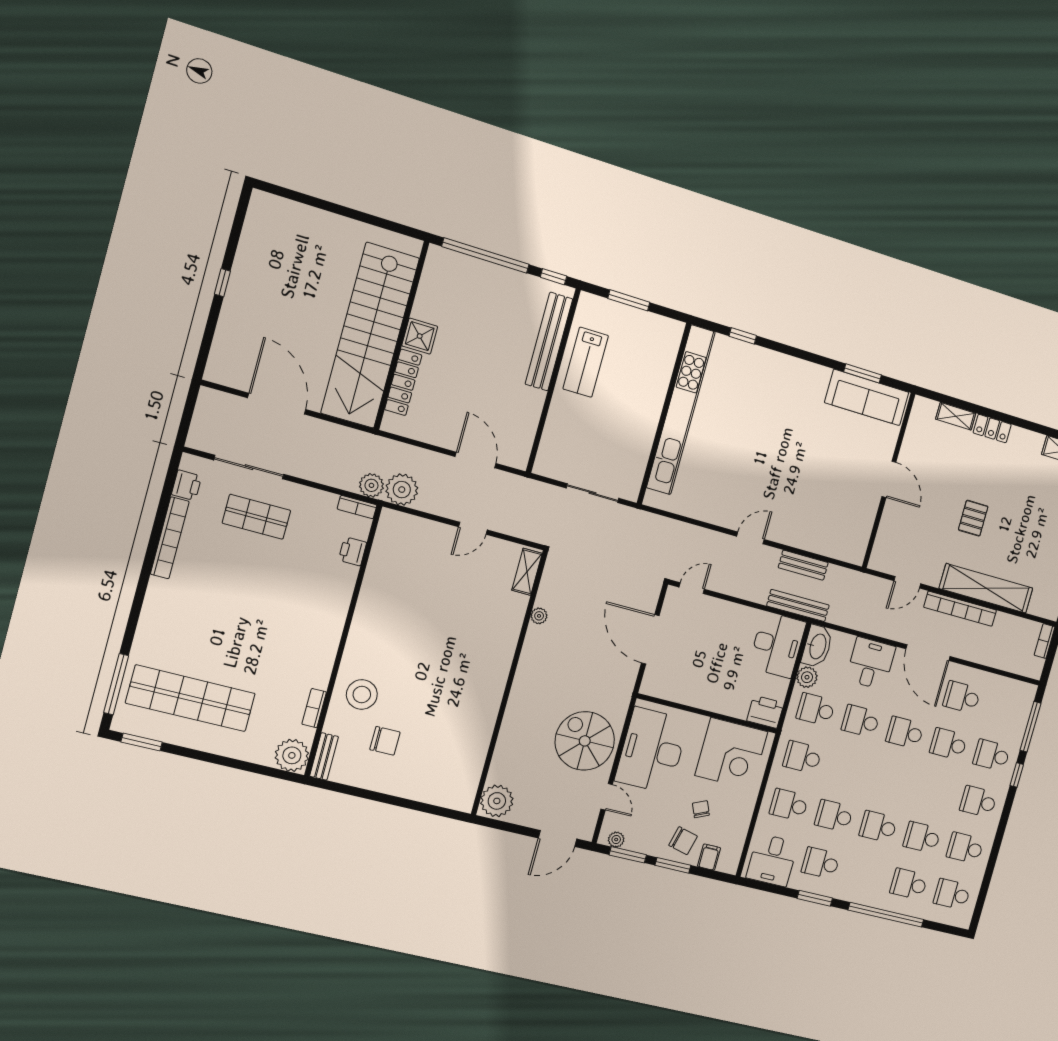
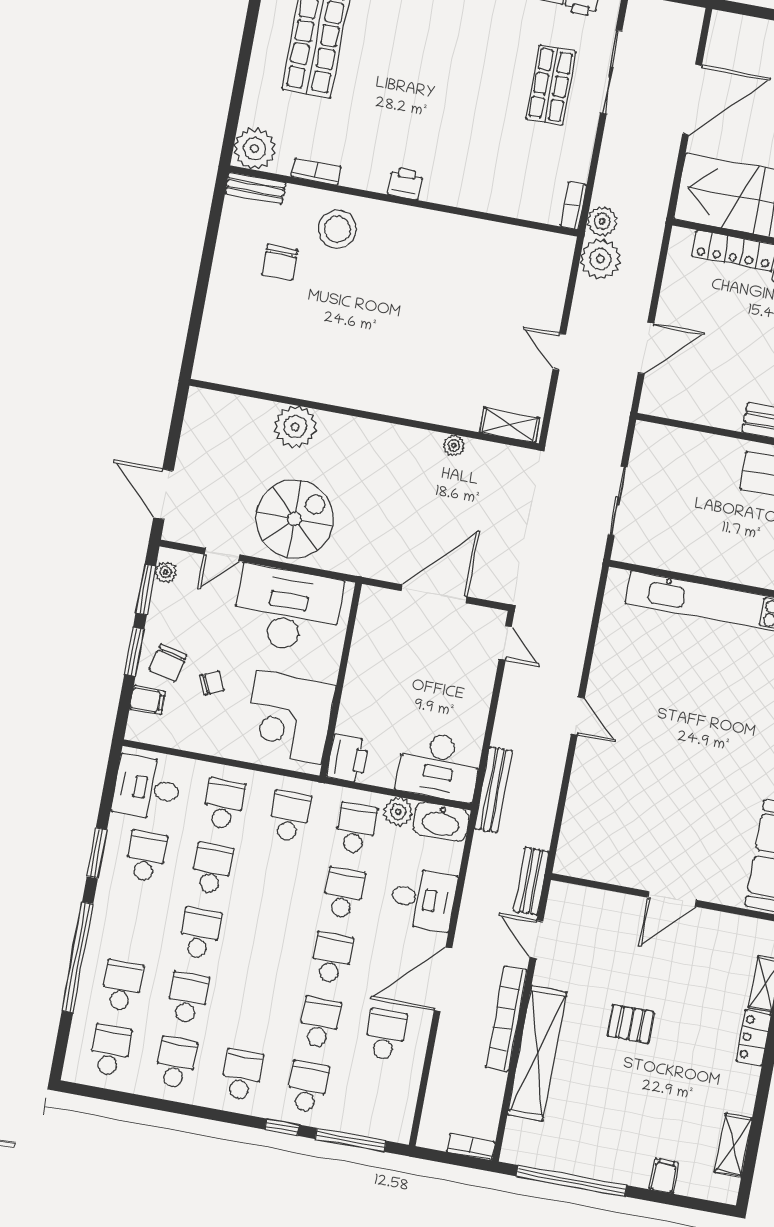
printer: (352, 551) -> (405, 183), moved
bench: (803, 565) -> (531, 881), moved
plant: (497, 801) -> (295, 427), moved

